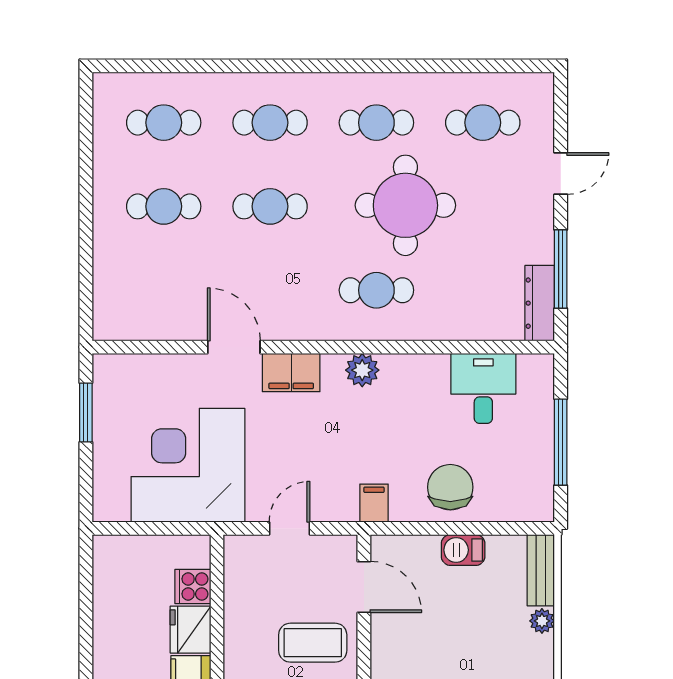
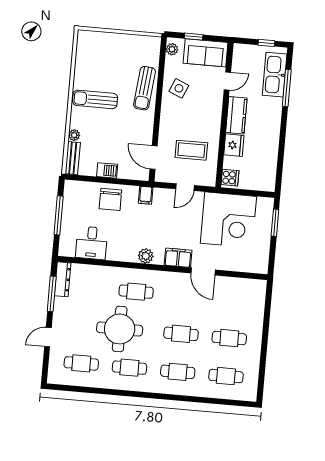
window: (86, 412) -> (275, 223), moved
cooker: (193, 586) -> (230, 178), moved
coffee table: (313, 643) -> (191, 150), moved

